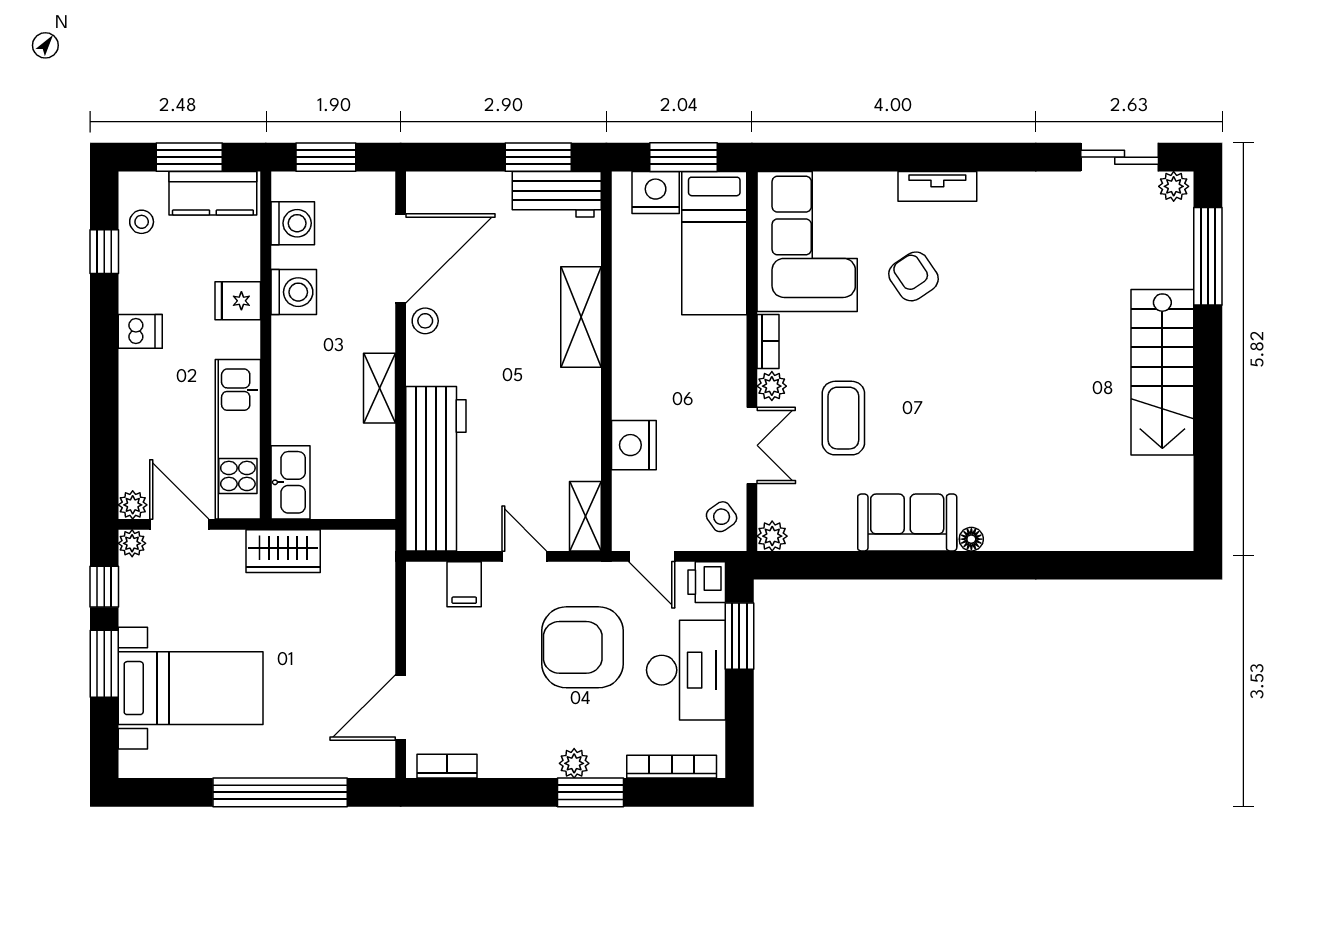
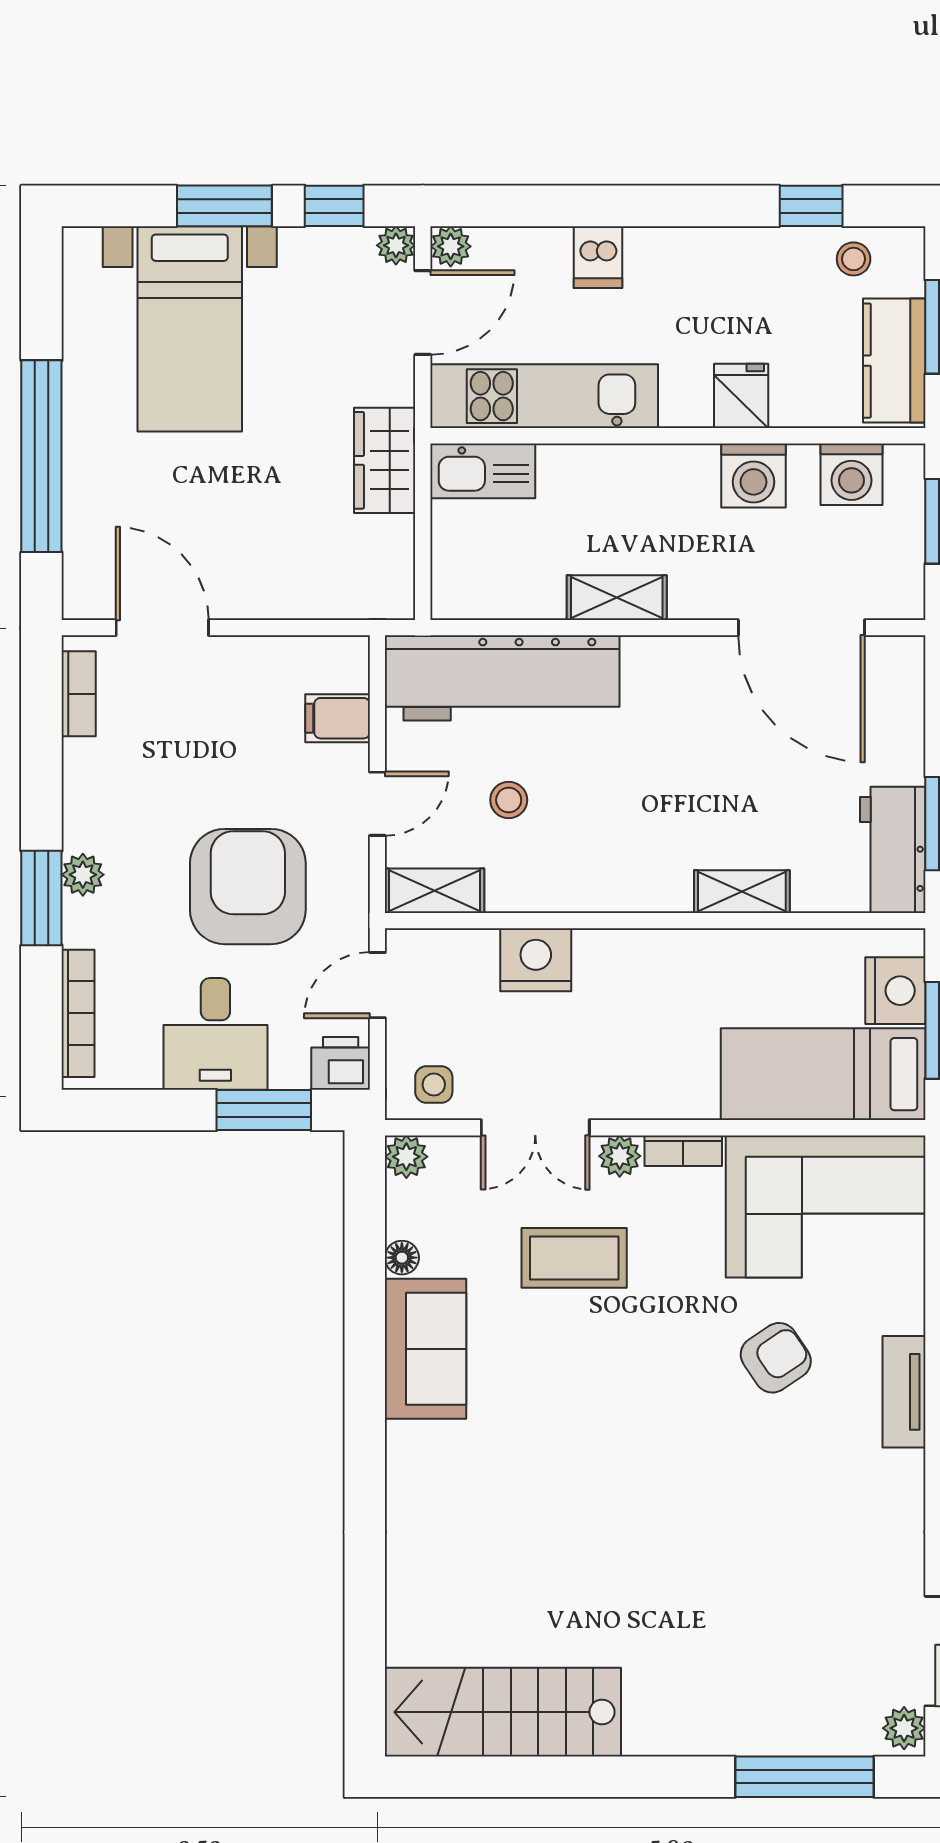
shelving: (581, 317) -> (742, 892), width x0.67, depth x0.75
stool: (425, 321) -> (509, 800), moved
dishwasher: (140, 331) -> (598, 257), moved
stairs: (1162, 372) -> (503, 1712), moved
side table: (722, 517) -> (434, 1085), turned 35
floor lamp: (971, 539) -> (402, 1258), moved
desk: (686, 670) -> (215, 1034), width x0.73

